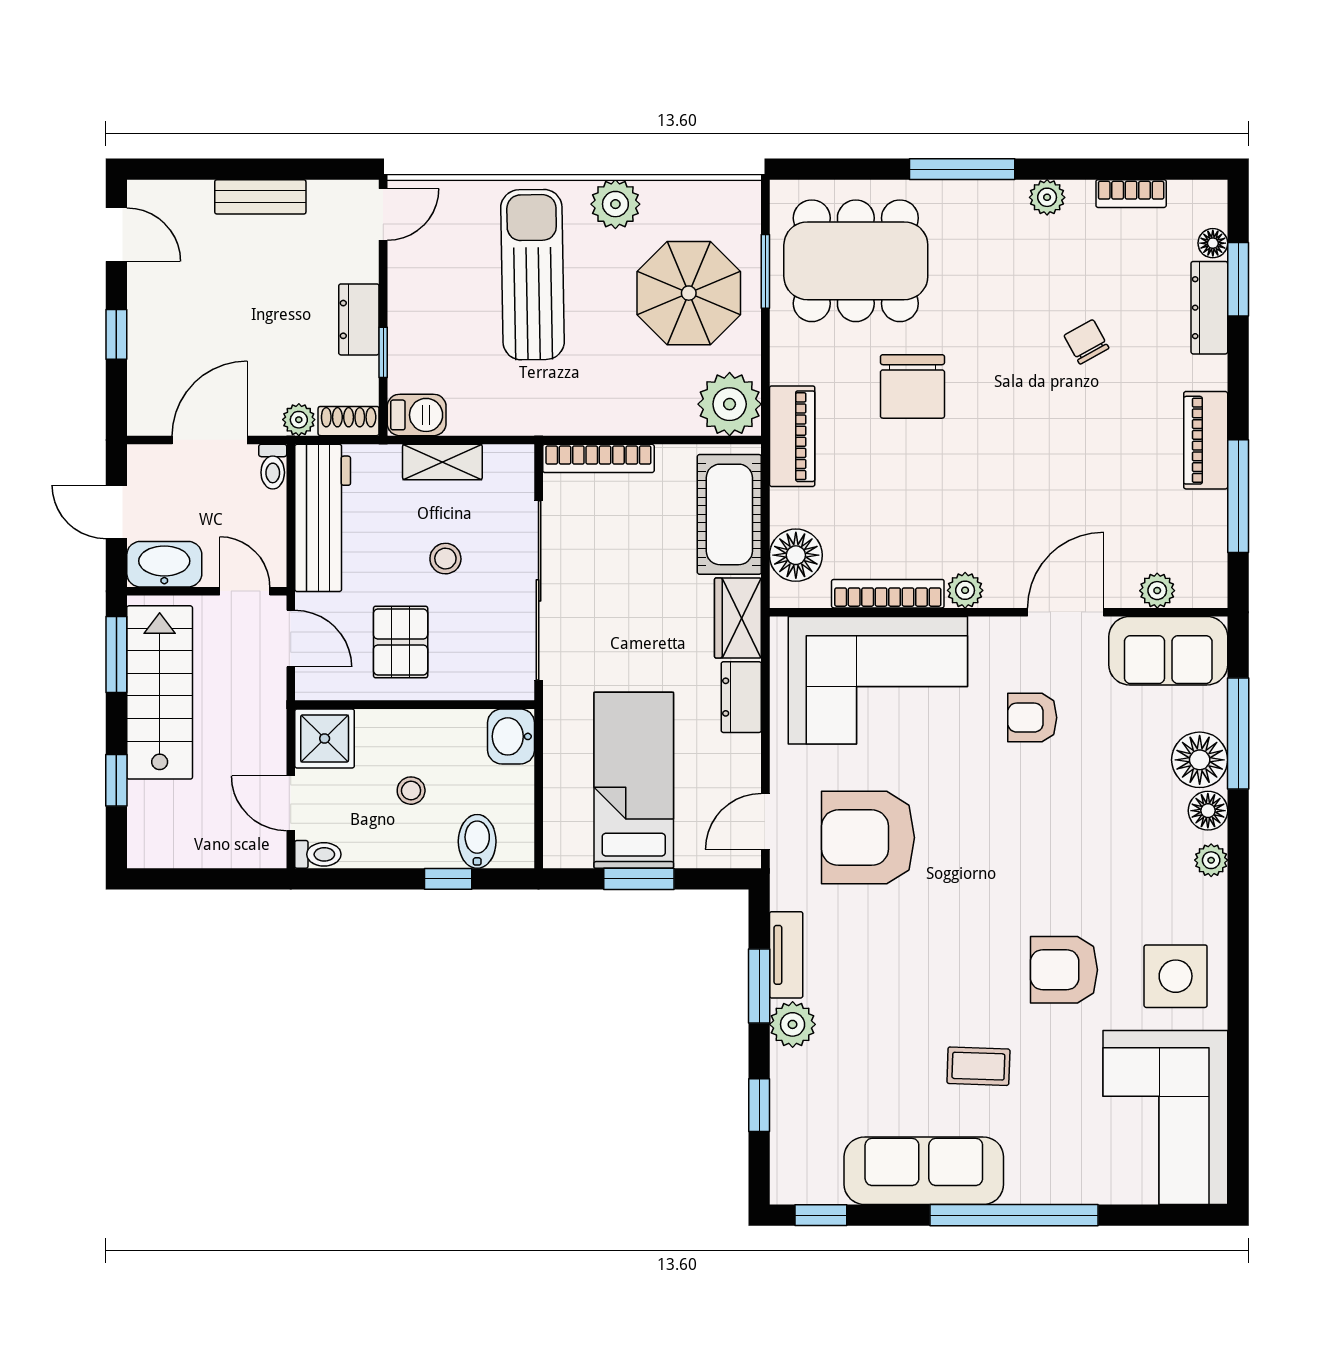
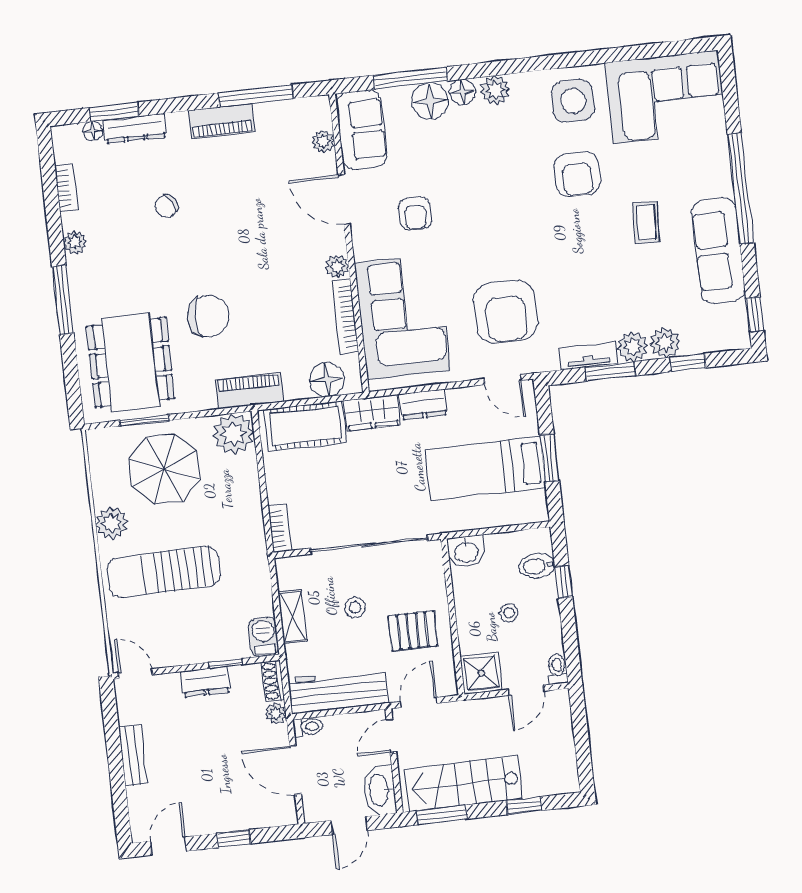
bookcase: (598, 458) -> (280, 528), width x0.64
plant: (1211, 860) -> (495, 90), width x1.38, depth x1.38
plant: (793, 1074) -> (665, 343), added

